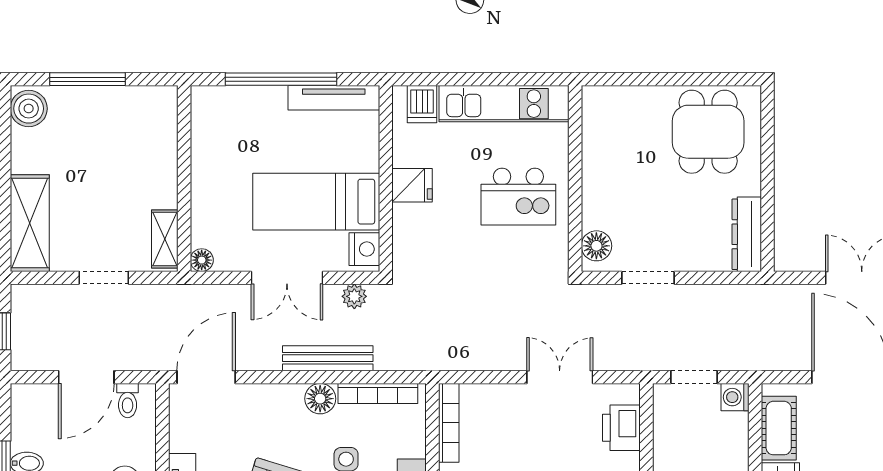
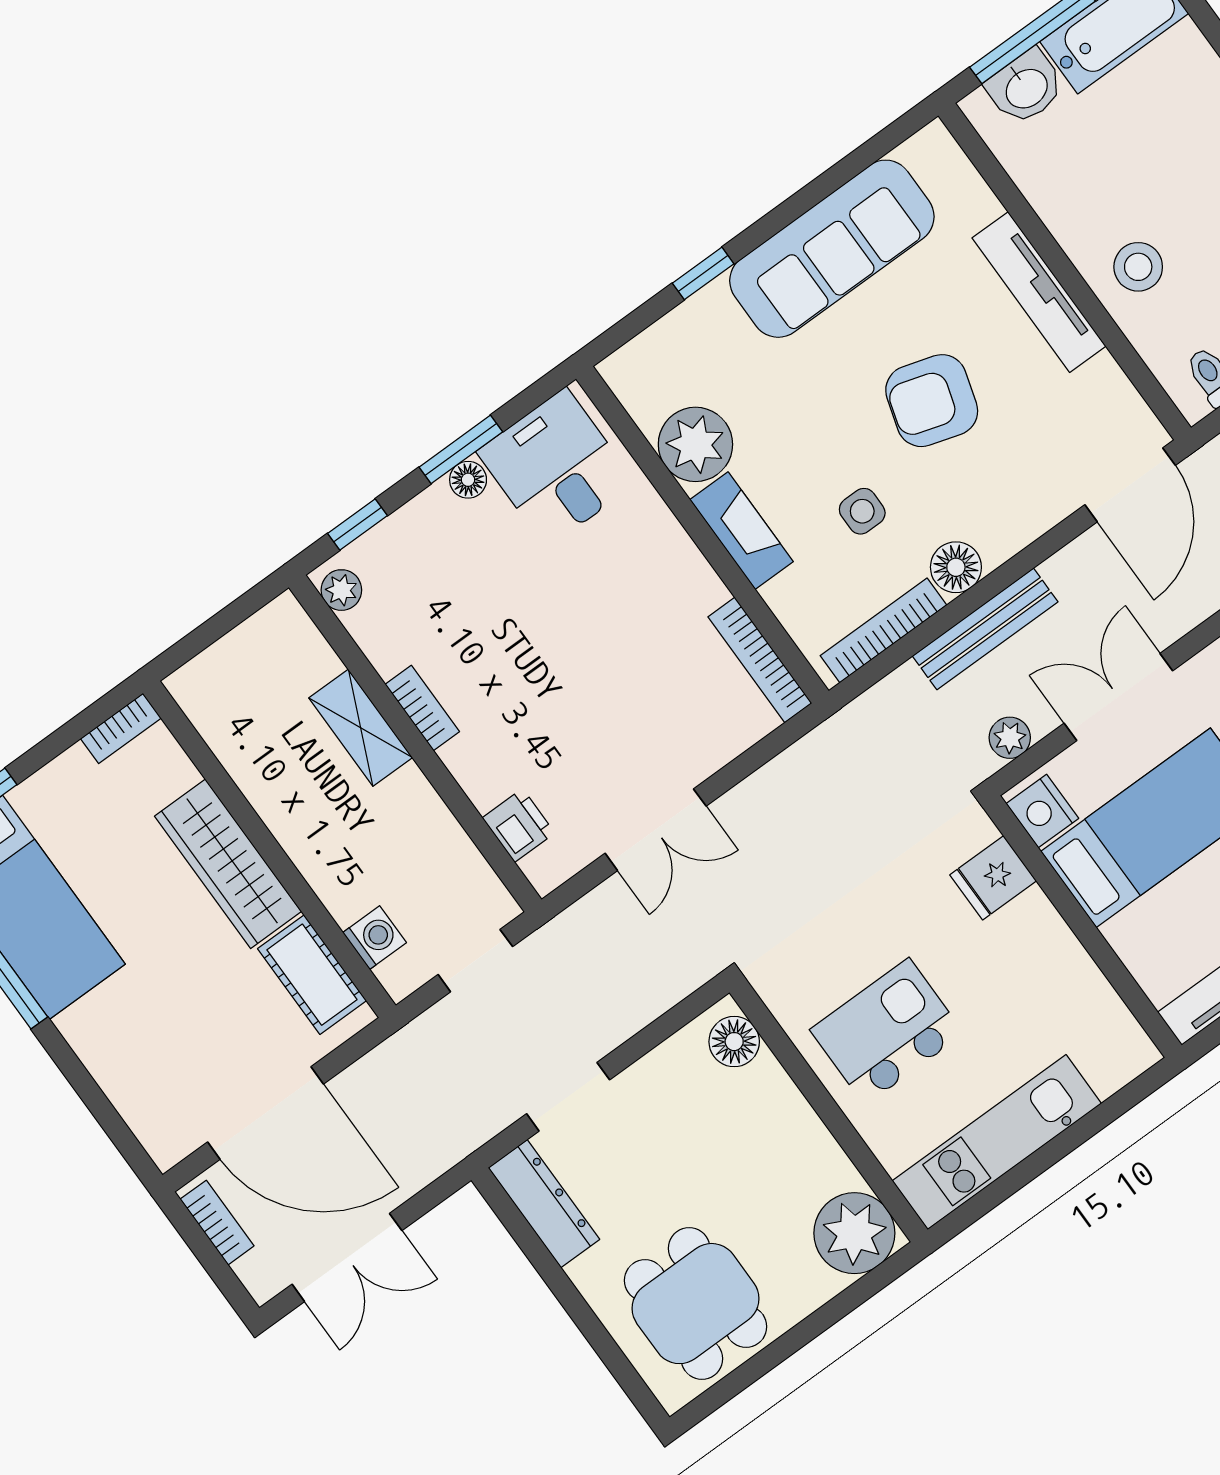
dishwasher: (422, 104) -> (1106, 1062), removed
plant: (606, 110) -> (854, 1233), added
fridge: (412, 185) -> (993, 878), moved
doorway: (648, 278) -> (568, 1097), moved
washing machine: (735, 397) -> (375, 938), moved
printer: (621, 428) -> (519, 825), width x0.73, depth x0.81

